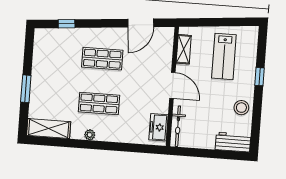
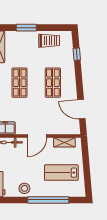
trolley: (46, 60) -> (49, 41), added
window: (259, 77) -> (48, 200), width x3.17

